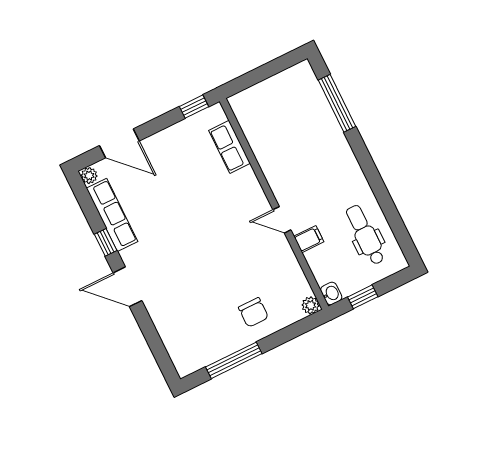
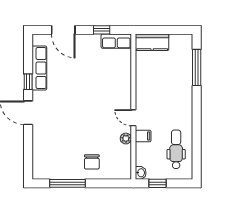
kitchen counter: (255, 98) -> (152, 42), added
window: (194, 107) -> (102, 30), moved
row of seats: (230, 147) -> (116, 41), moved, turned -90
plant: (89, 176) -> (37, 40), removed
plant: (311, 305) -> (126, 139), moved

